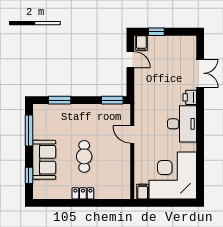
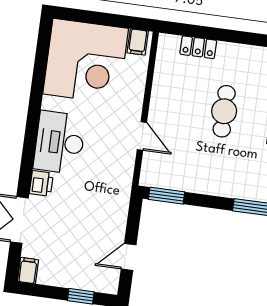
filing cabinet: (141, 43) -> (28, 271), moved
door: (130, 60) -> (129, 257), hinge flipped
locker: (83, 193) -> (198, 47), moved

